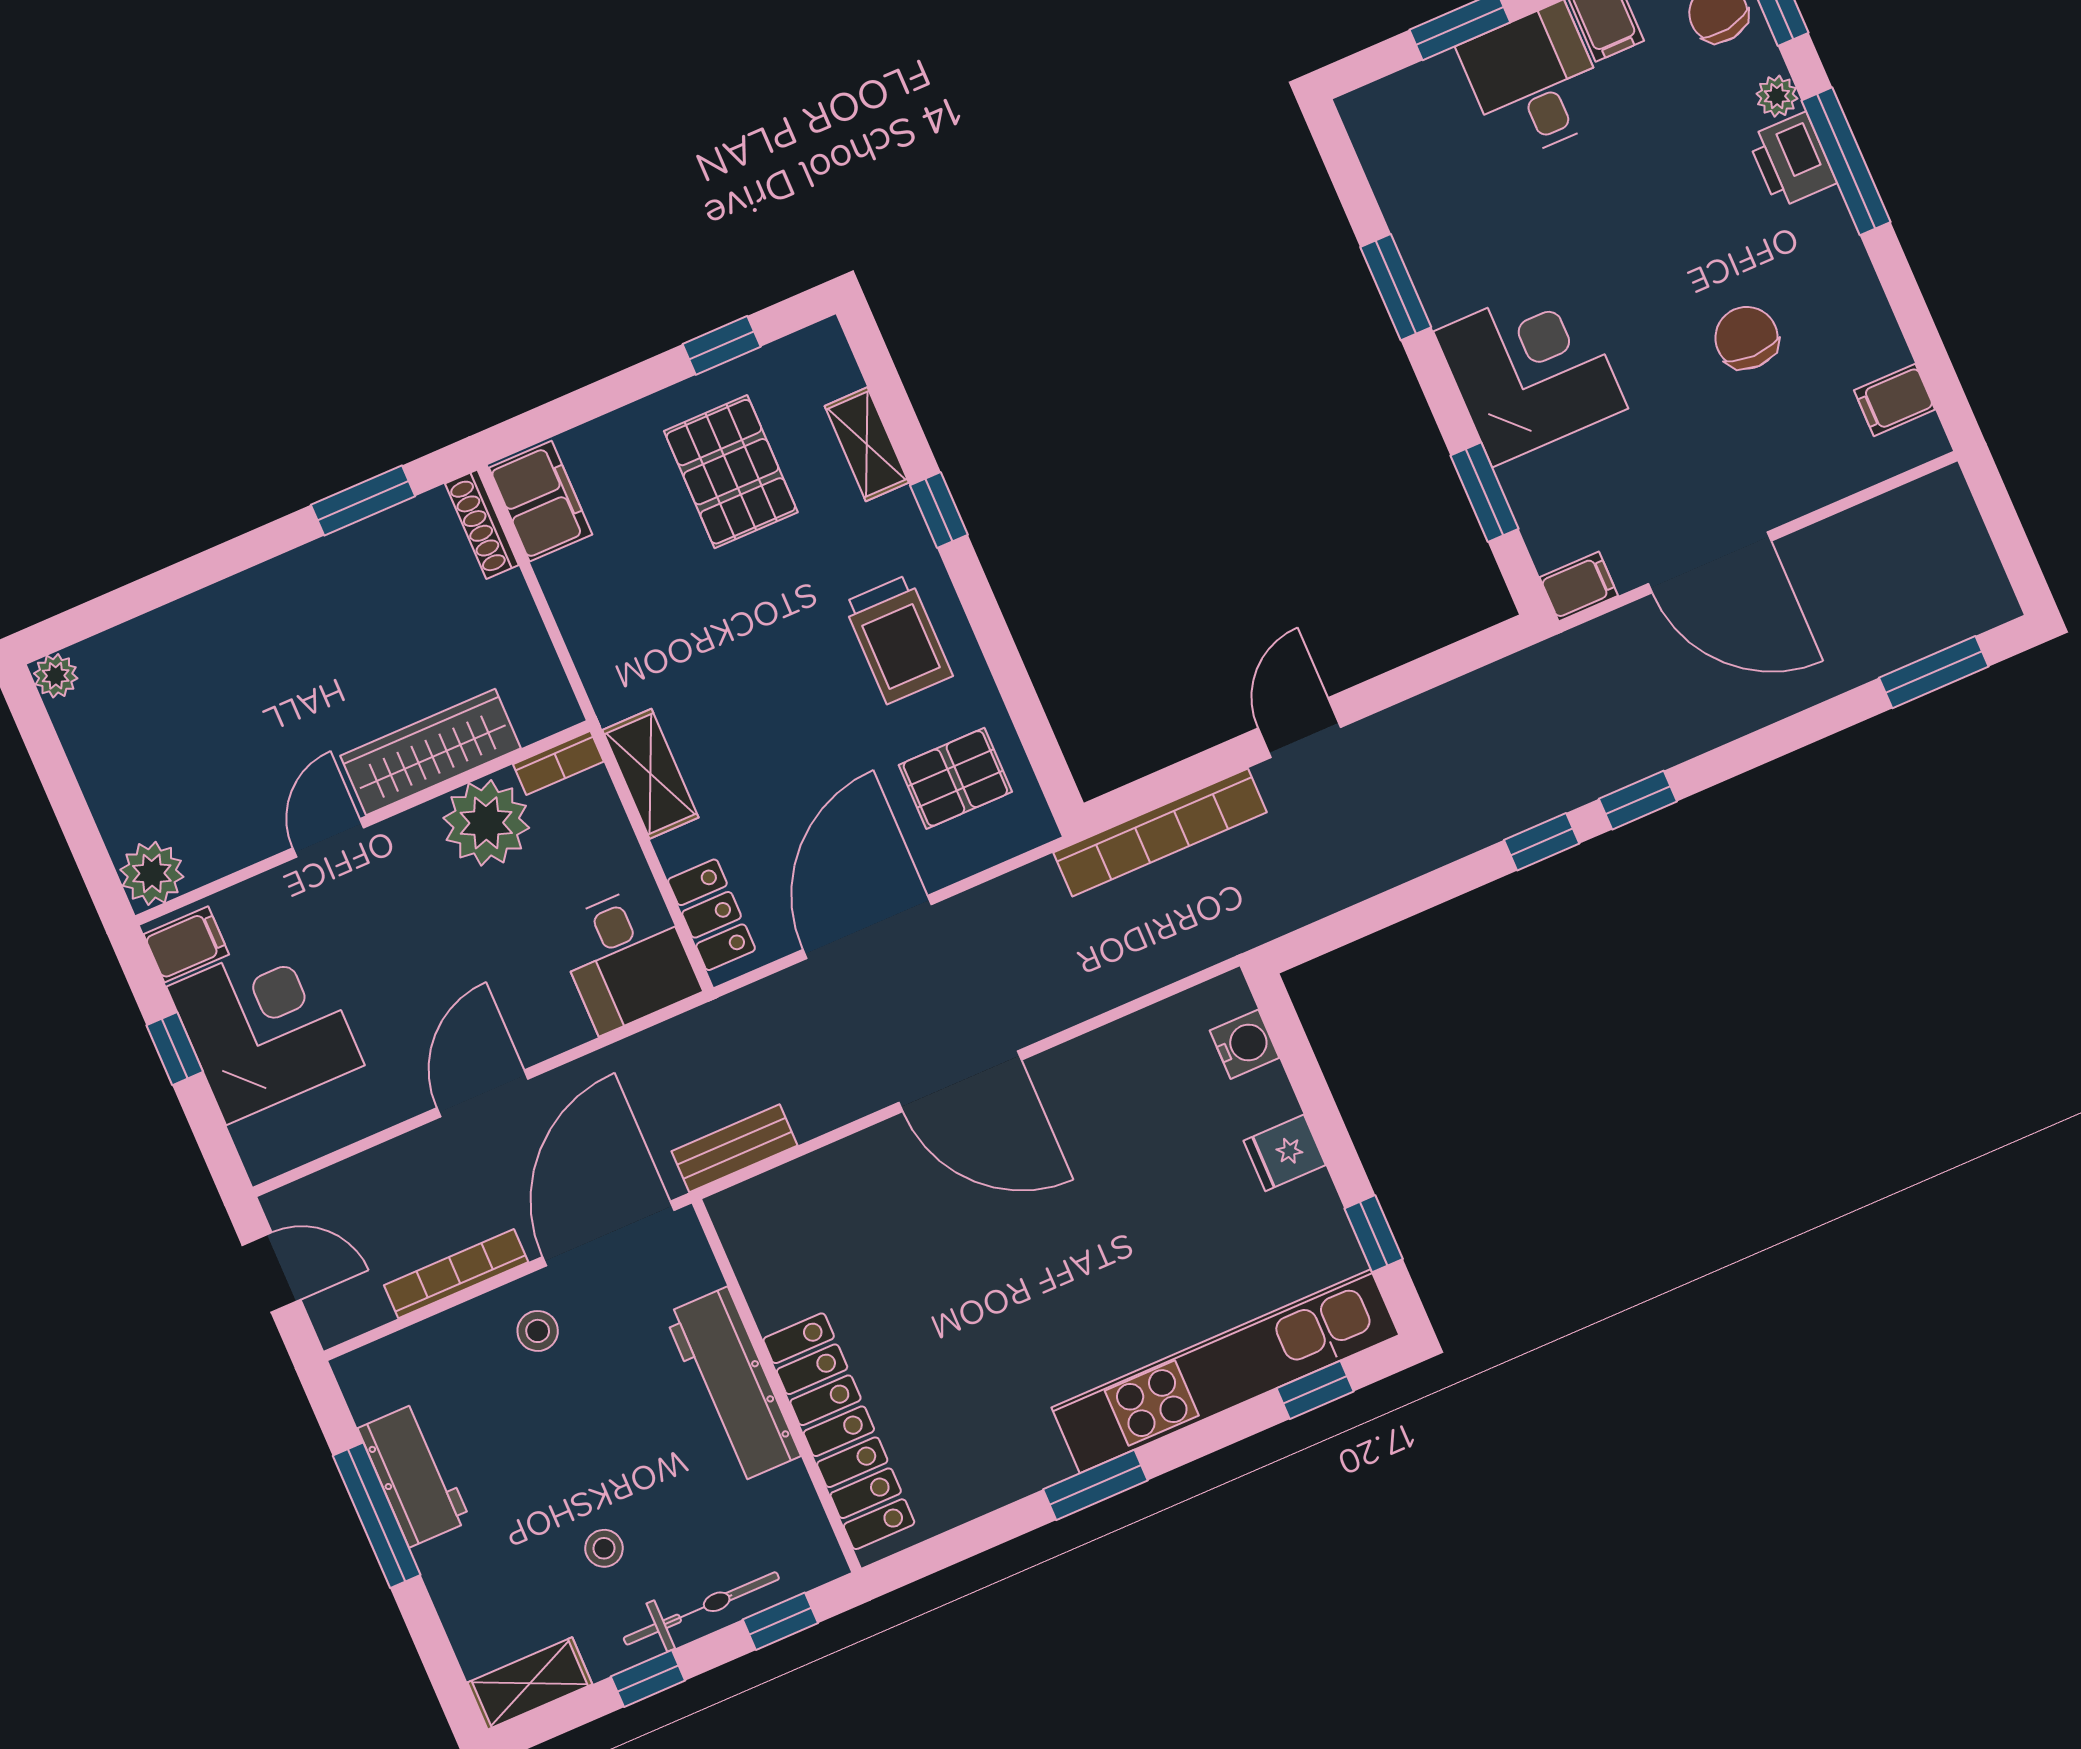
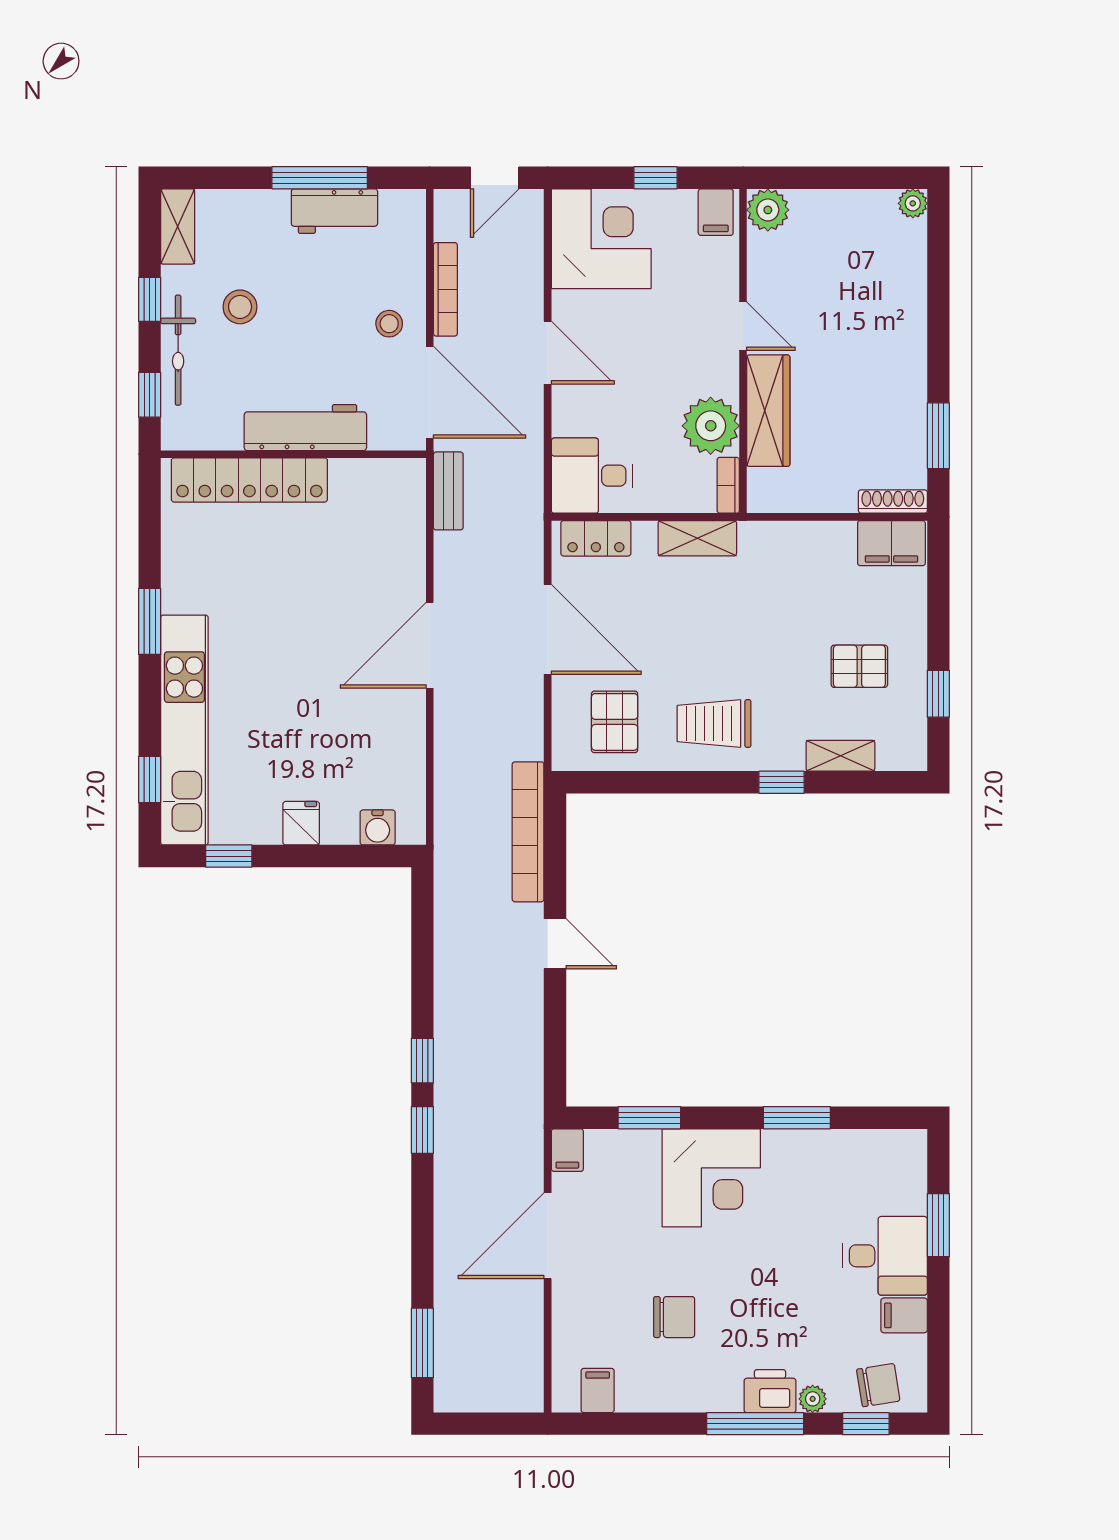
pallet: (731, 472) -> (859, 666), width x0.67, depth x0.71
corner desk: (265, 1026) -> (601, 239), moved, turned -90
stool: (604, 1548) -> (240, 307), width x1.37, depth x1.37

